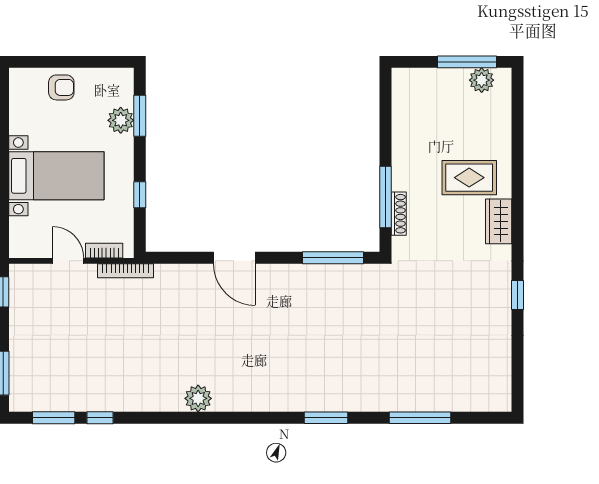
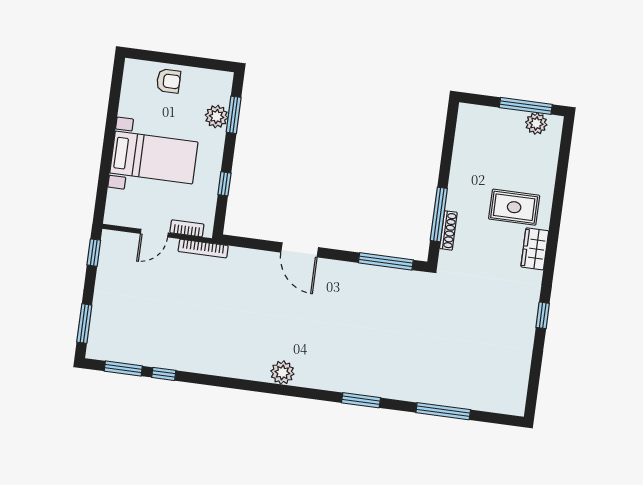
door: (68, 261) -> (154, 233), swing flipped
plant: (198, 398) -> (282, 373), moved

